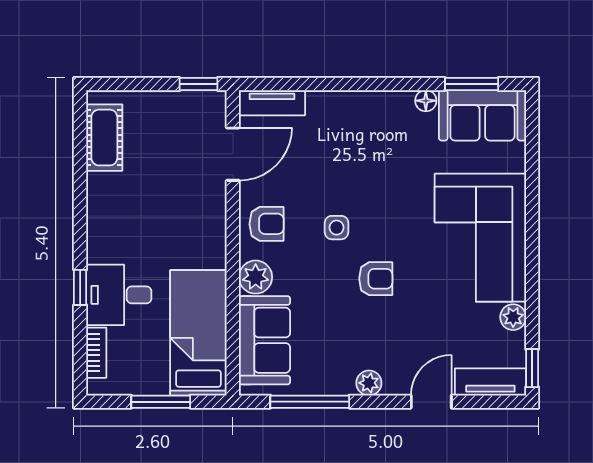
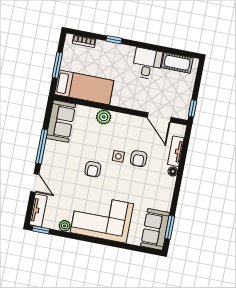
floor lamp: (426, 101) -> (173, 171), moved
tv unit: (272, 103) -> (176, 151), moved
armchair: (267, 224) -> (139, 159), moved
desk: (119, 295) -> (147, 64), moved
sofa: (264, 340) -> (61, 121), moved, turned -90
plant: (369, 383) -> (48, 157), removed
window: (310, 402) -> (42, 146), moved

